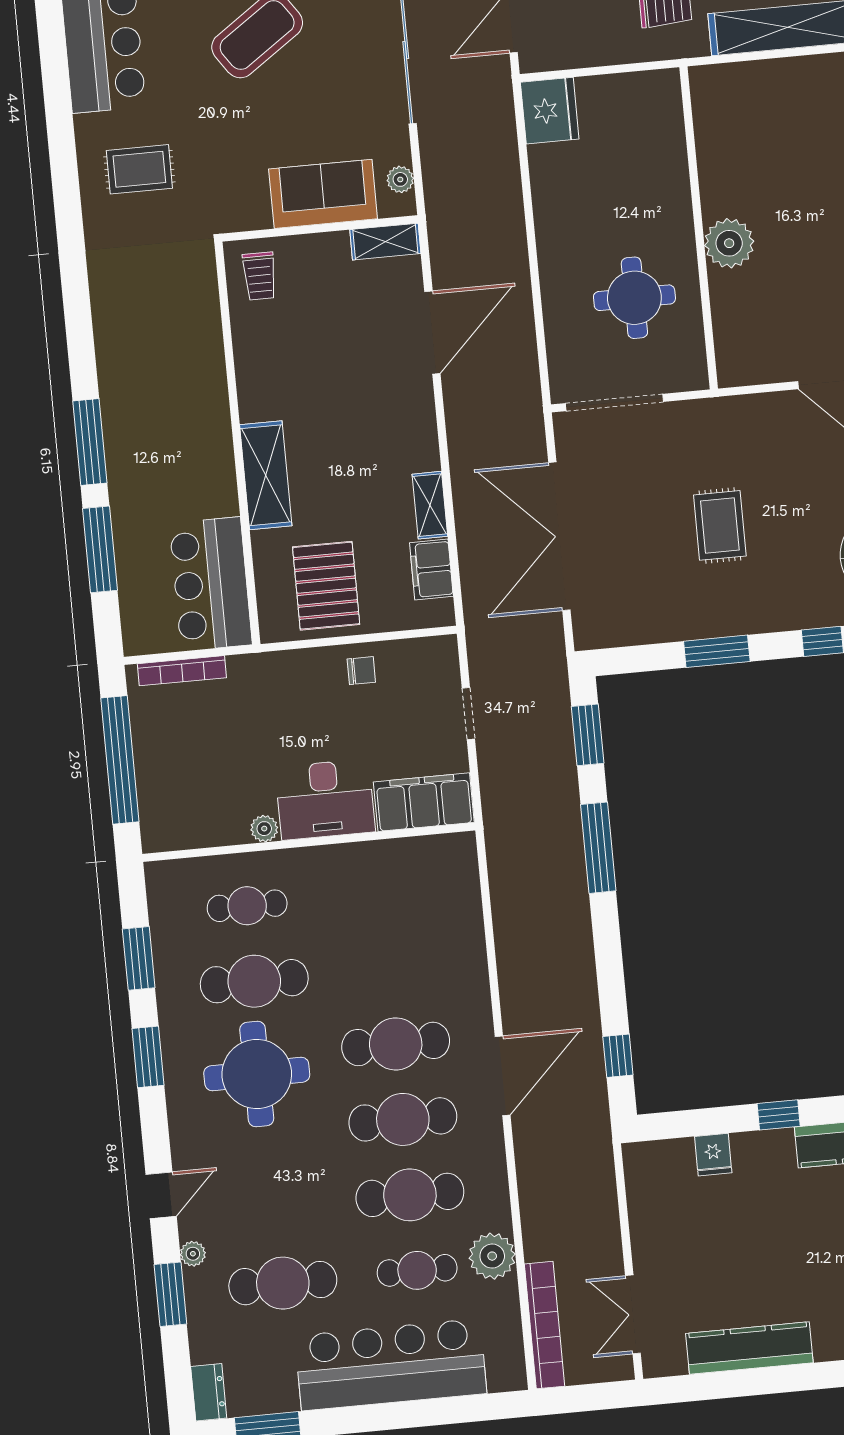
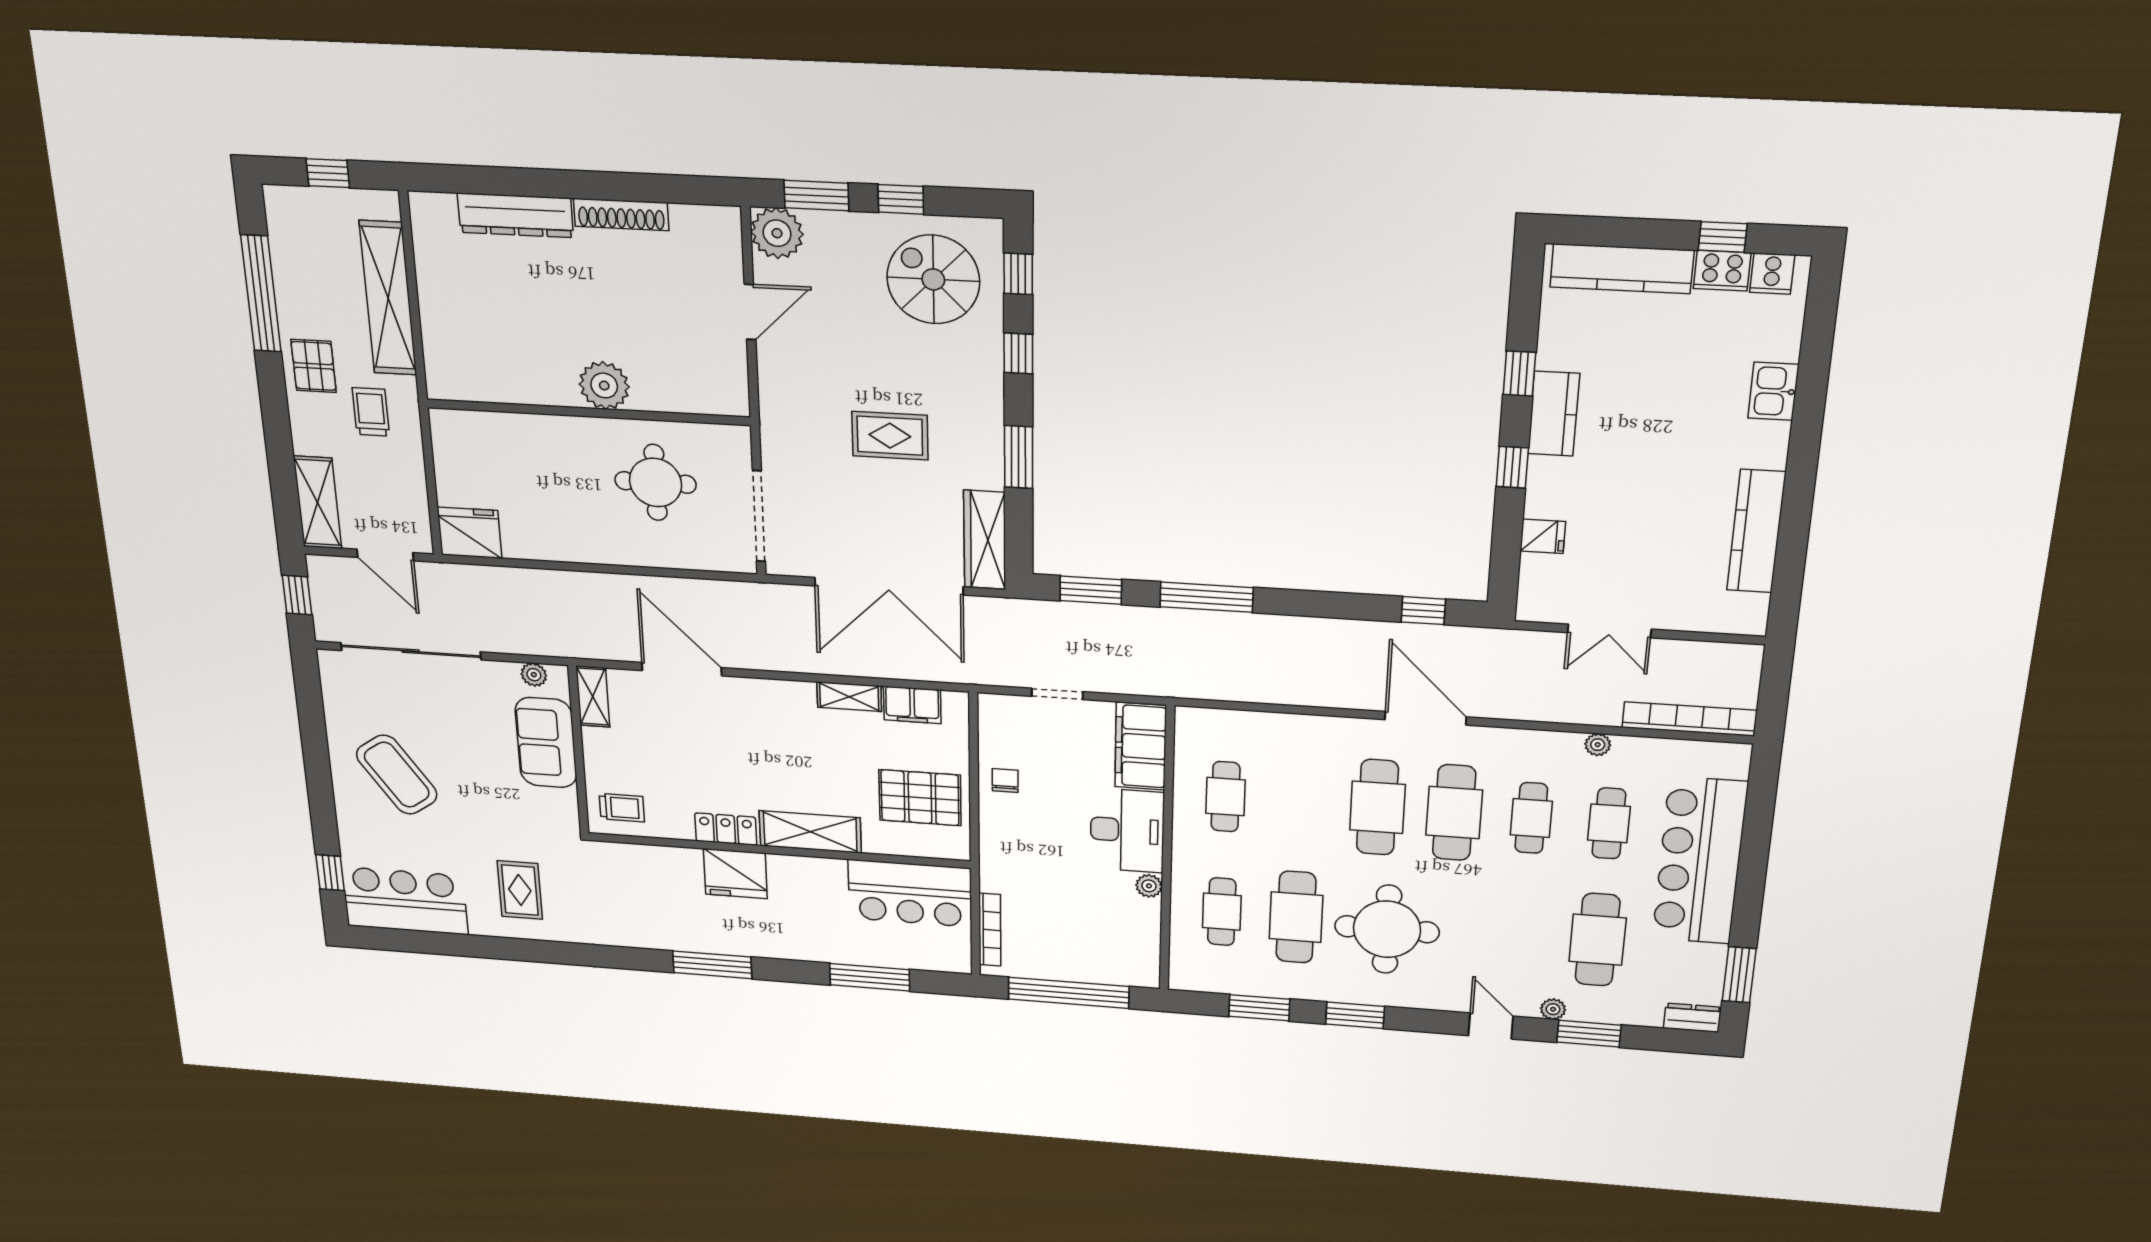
locker: (253, 387) -> (726, 829), added
fridge: (201, 399) -> (735, 874), added
window: (90, 442) -> (712, 965), moved
wardrobe: (625, 626) -> (985, 540), added
cafe table: (381, 893) -> (1226, 797), added
cafe table: (410, 1195) -> (1531, 818), width x0.73, depth x0.74
plant: (492, 1256) -> (1598, 745), width x0.53, depth x0.53
double door: (633, 1314) -> (1609, 631), moved

